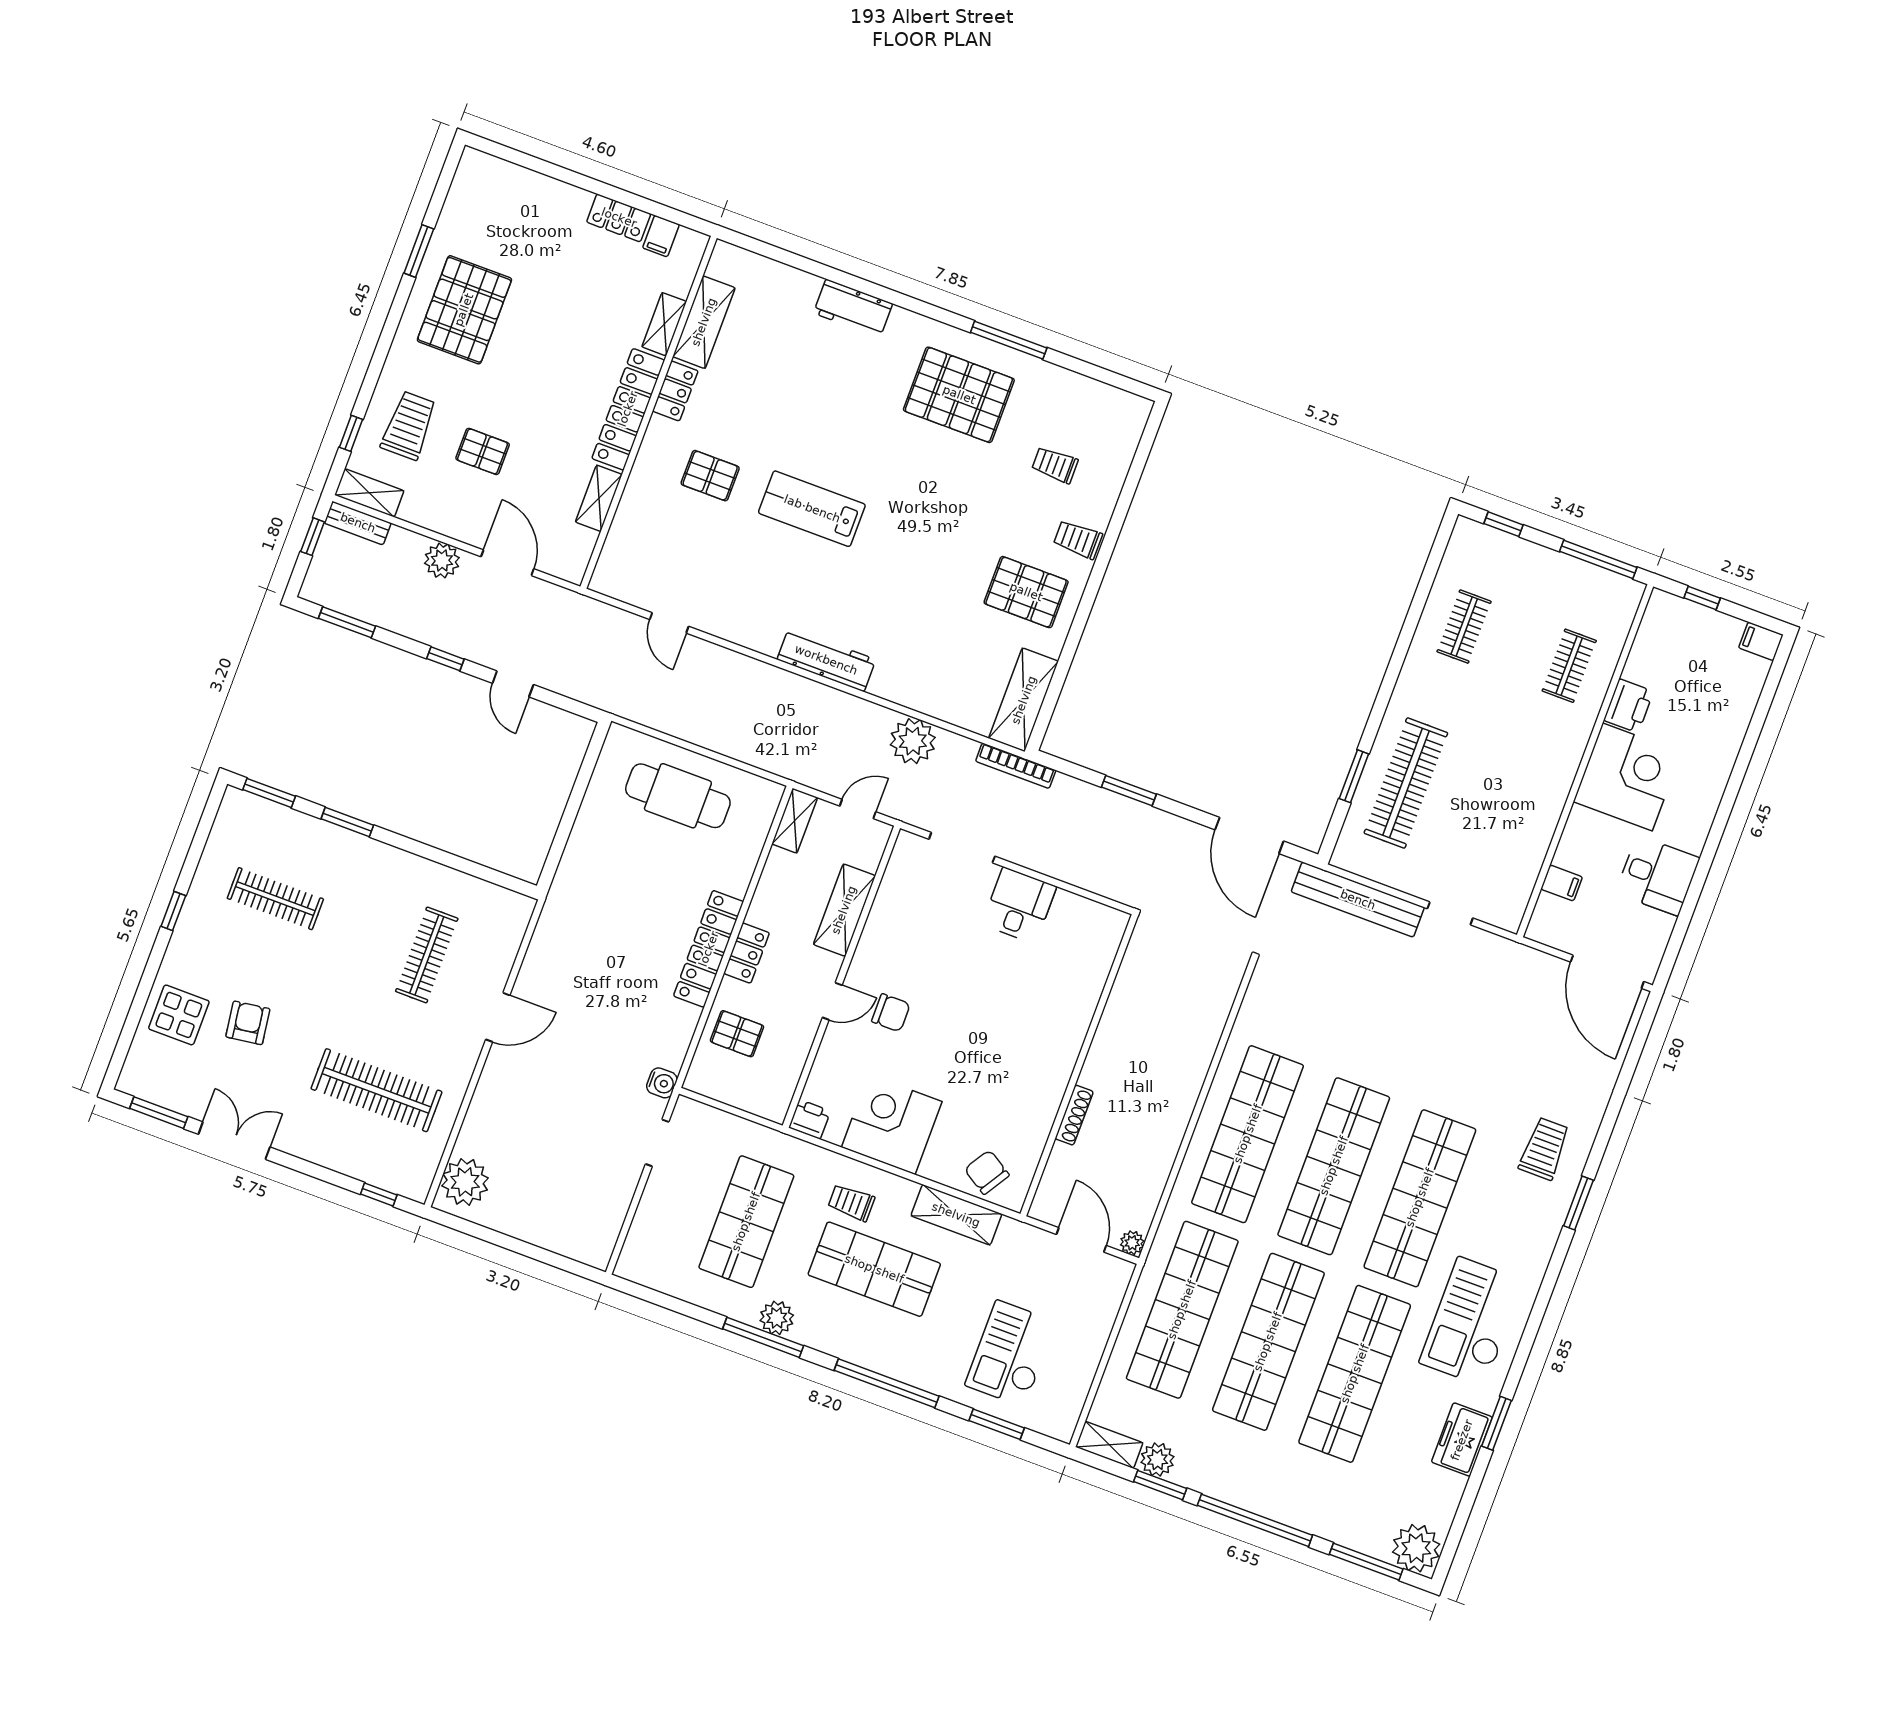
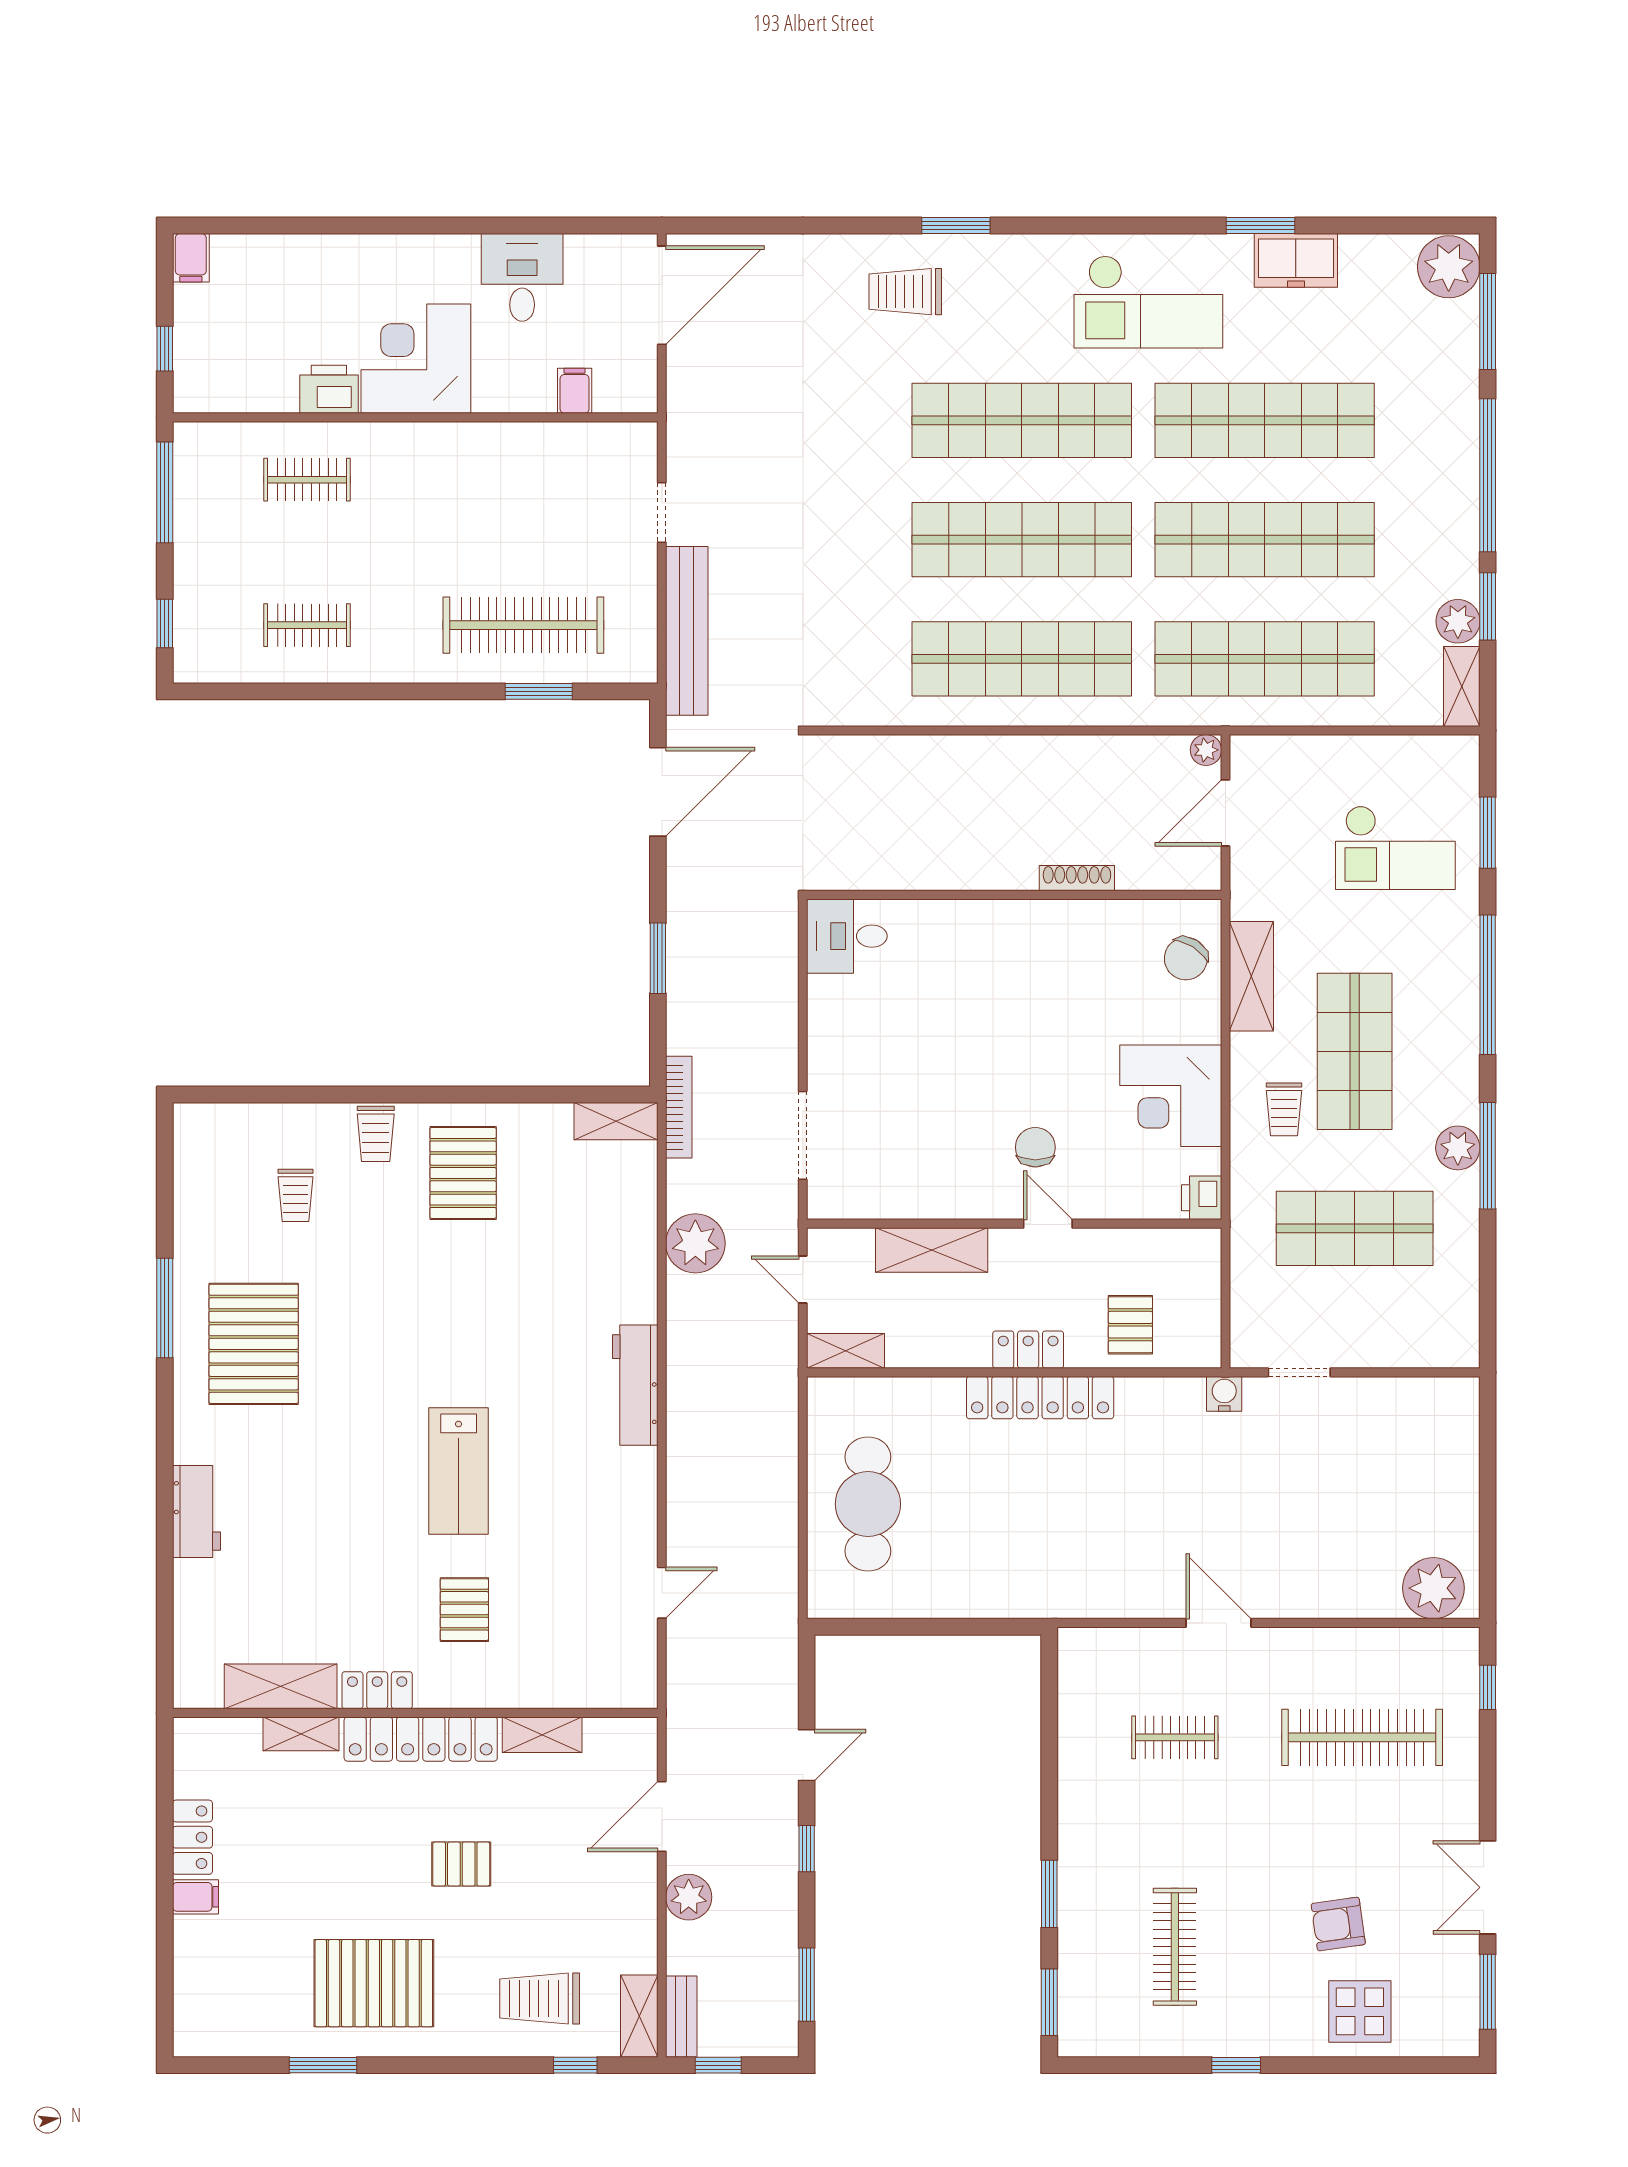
filing cabinet: (661, 236) -> (195, 1897), moved
pallet: (483, 451) -> (461, 1864), moved, turned 90
shelving: (1024, 700) -> (616, 1121), width x0.67, depth x0.75
desk: (1019, 905) -> (847, 936), moved
clothes rail: (427, 955) -> (1175, 1737), width x0.73
clothes rail: (376, 1090) -> (1362, 1737), turned 90

